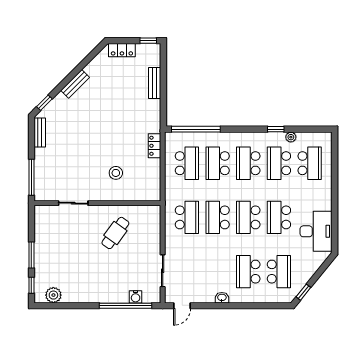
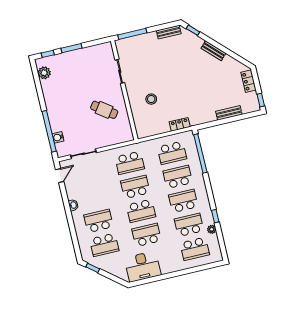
school desk: (248, 217) -> (141, 211), turned 180
door: (182, 306) -> (60, 175), swing flipped

